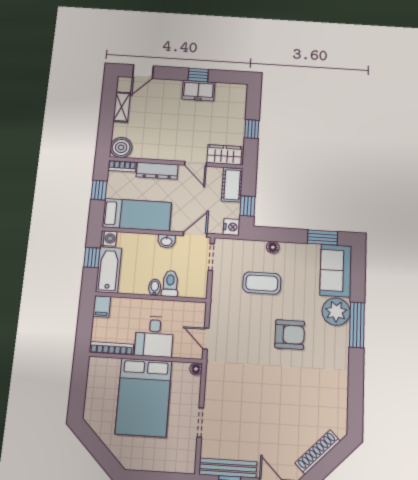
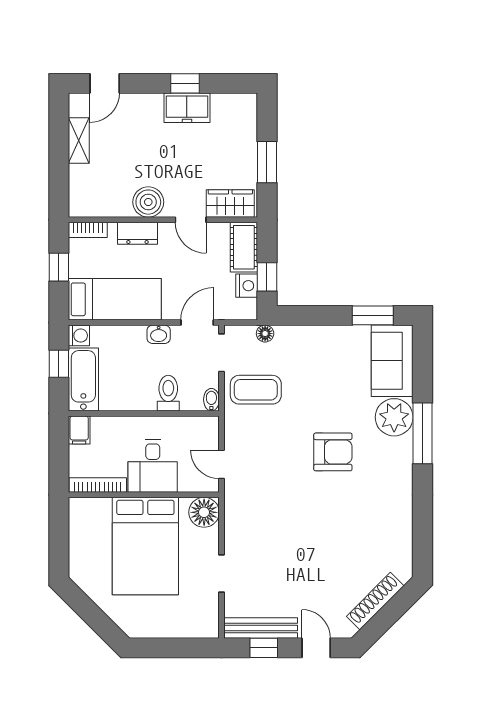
window: (252, 129) -> (267, 162), width x1.50
boiler: (121, 147) -> (148, 202), moved
dresser: (157, 171) -> (138, 233), width x0.70
nightstand: (232, 227) -> (247, 286), moved
floor lamp: (273, 247) -> (265, 334), moved
coffee table: (262, 283) -> (256, 390), moved
bidet: (155, 287) -> (211, 400), moved
floor lamp: (196, 369) -> (204, 512), width x1.89, depth x1.89

